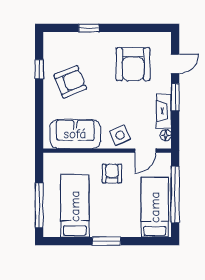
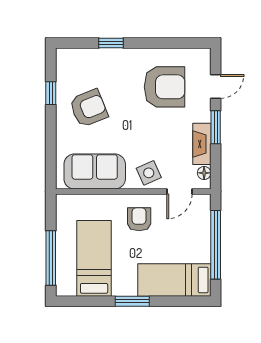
armchair: (133, 64) -> (165, 87), turned -90
bed: (155, 207) -> (174, 280), moved, turned -90

